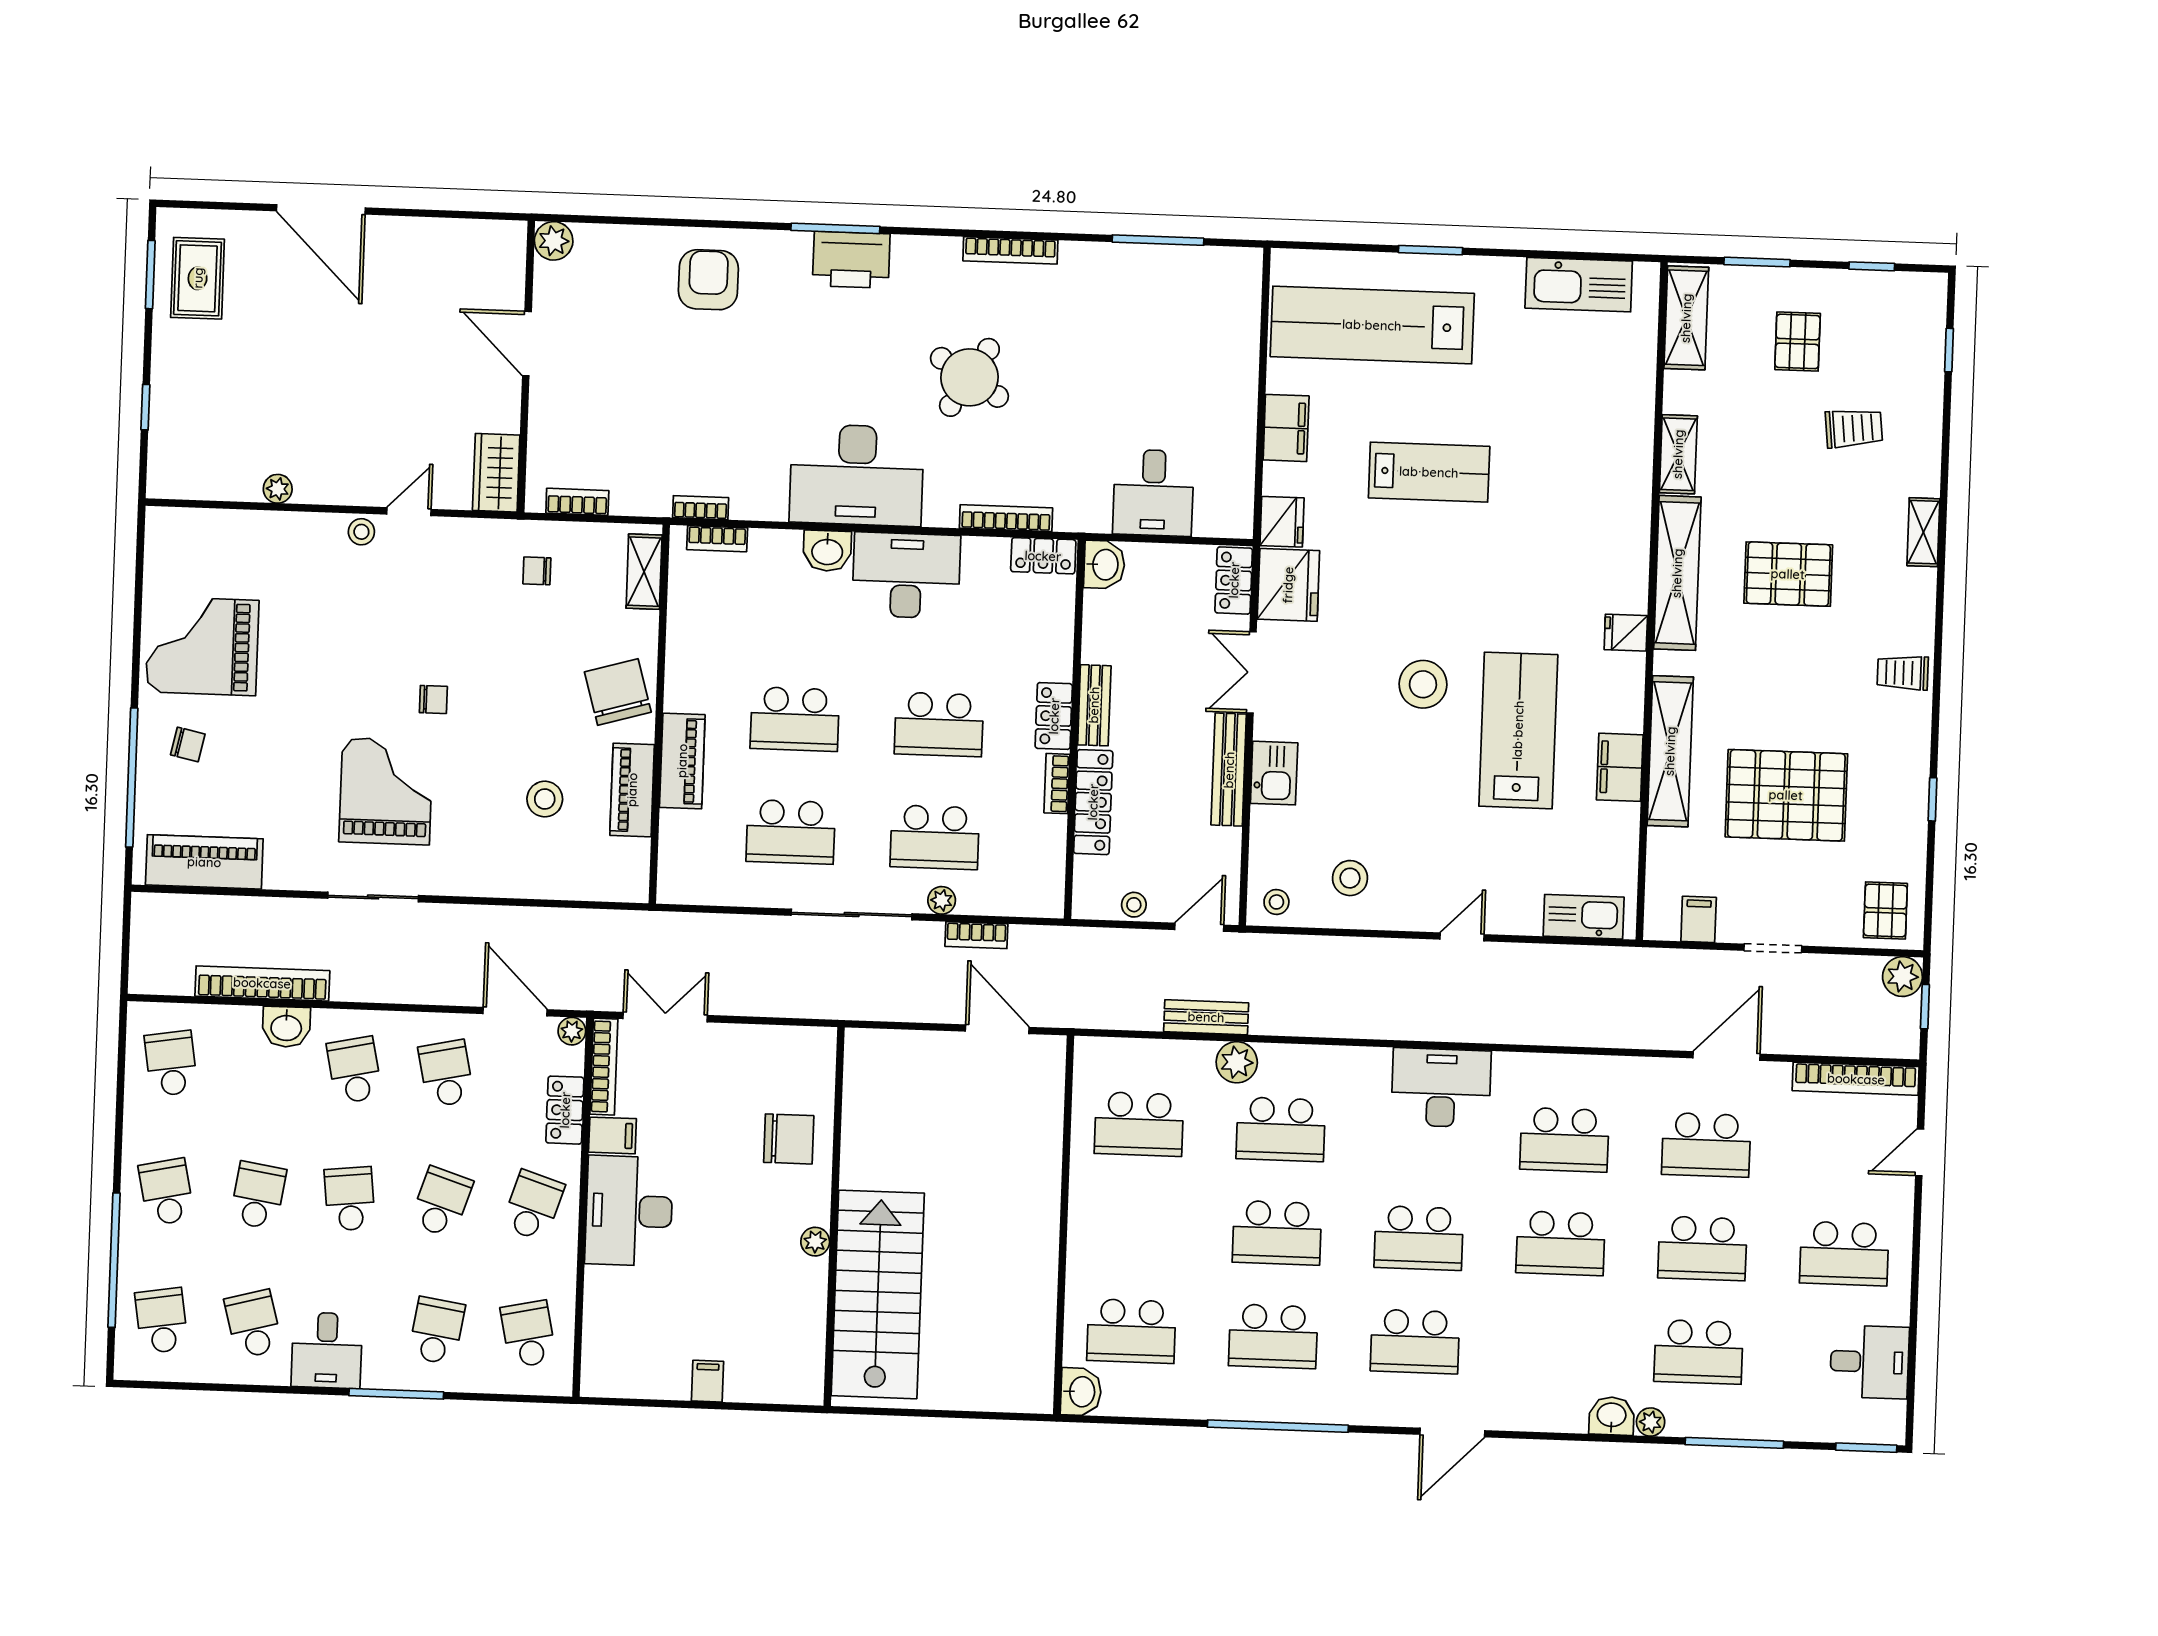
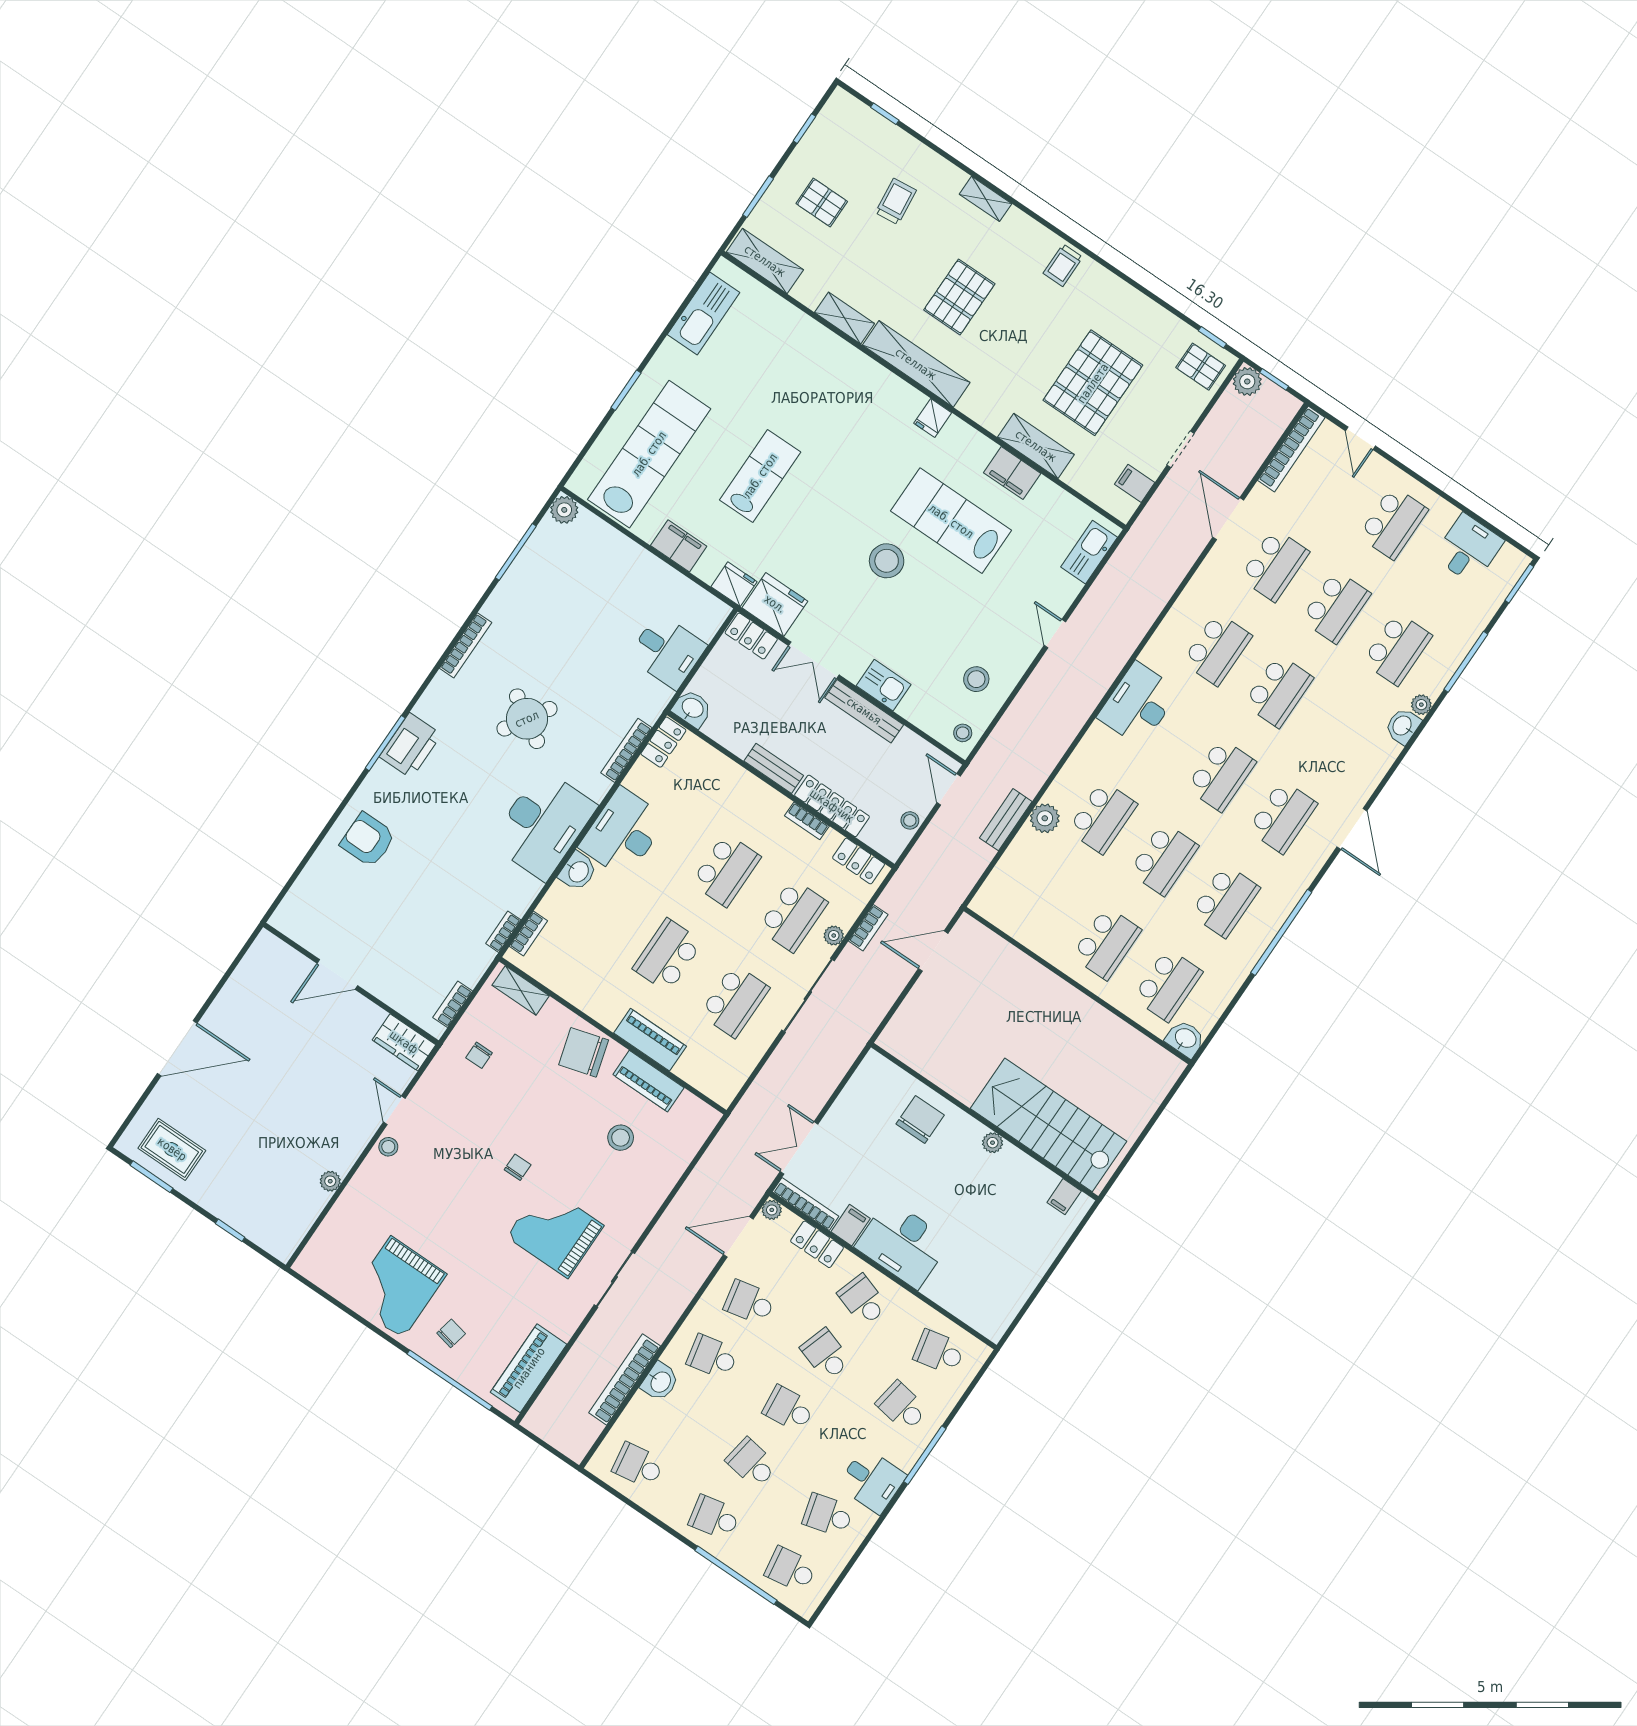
plant: (554, 241) -> (564, 510), moved
lab bench: (1372, 325) -> (649, 454), turned 180
locker: (1054, 716) -> (859, 861), moved
school desk: (795, 719) -> (668, 955), turned 180
shelving: (1670, 751) -> (1036, 446), width x0.68
window: (1933, 799) -> (1212, 337), moved
school desk: (1139, 1124) -> (1106, 943), moved
filing cabinet: (708, 1381) -> (1064, 1197), moved, turned -90

